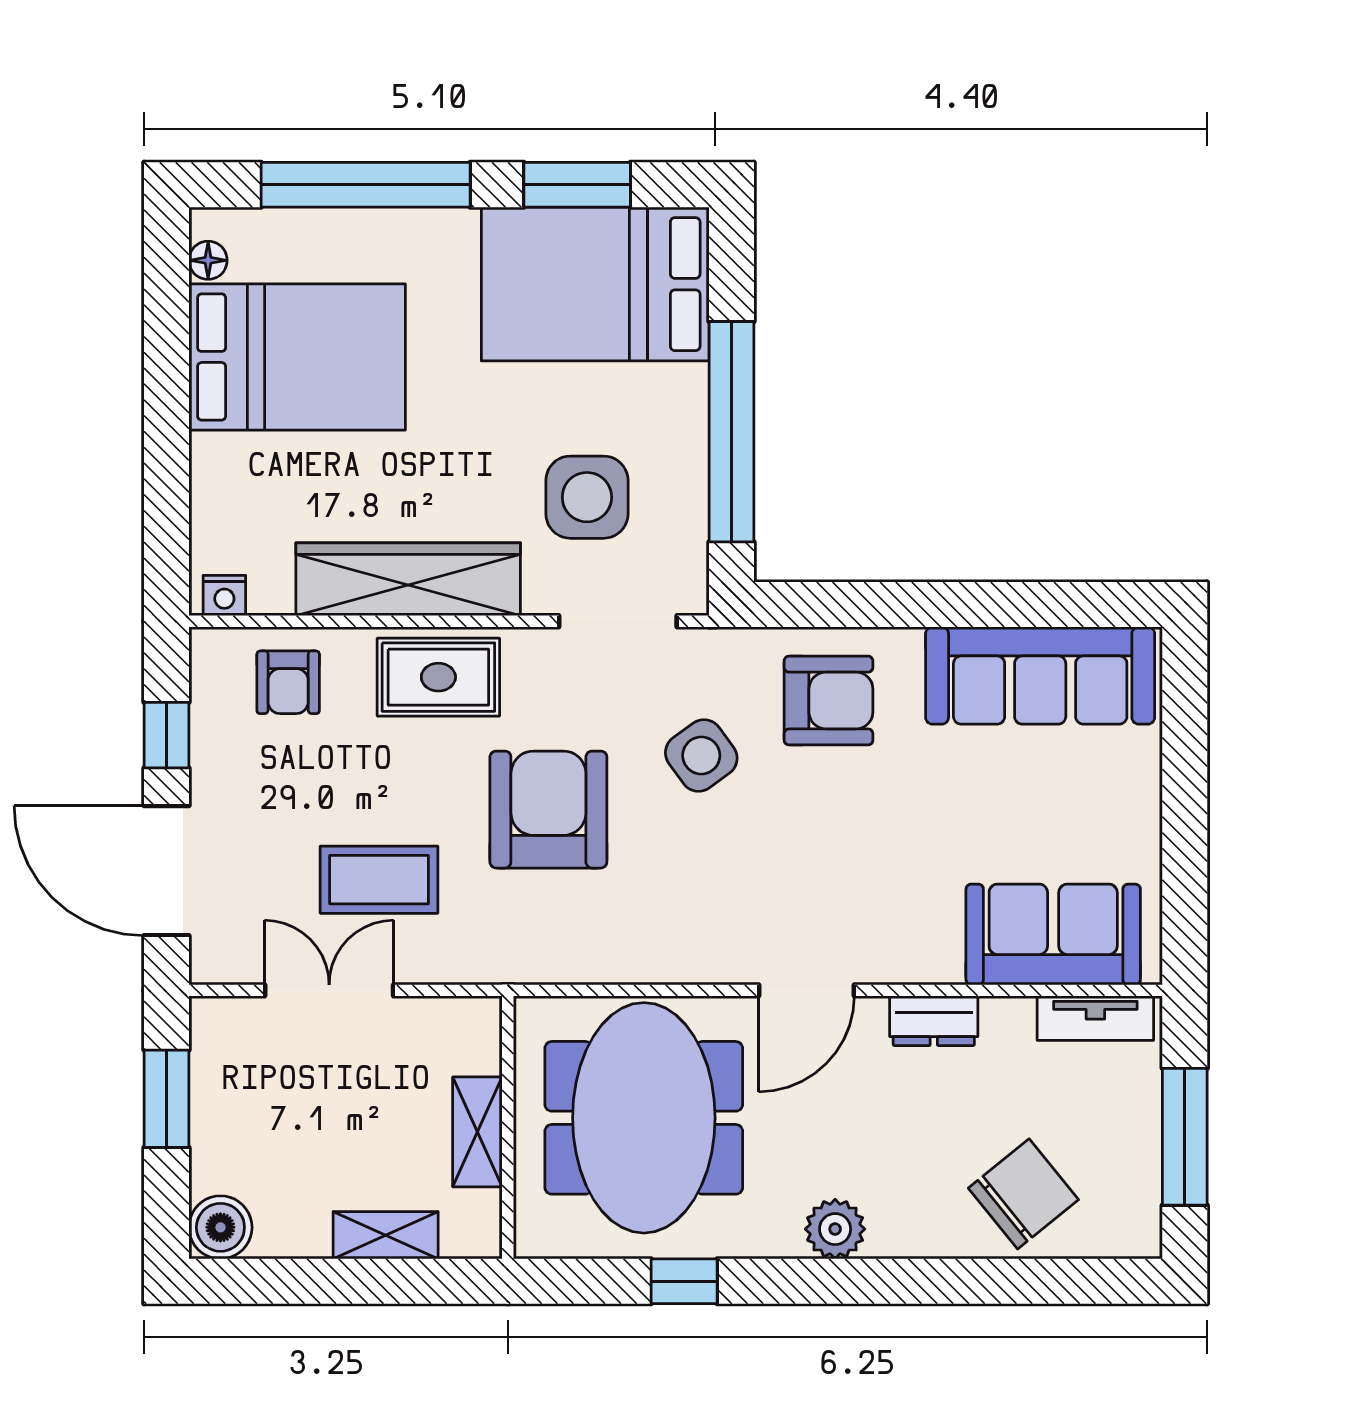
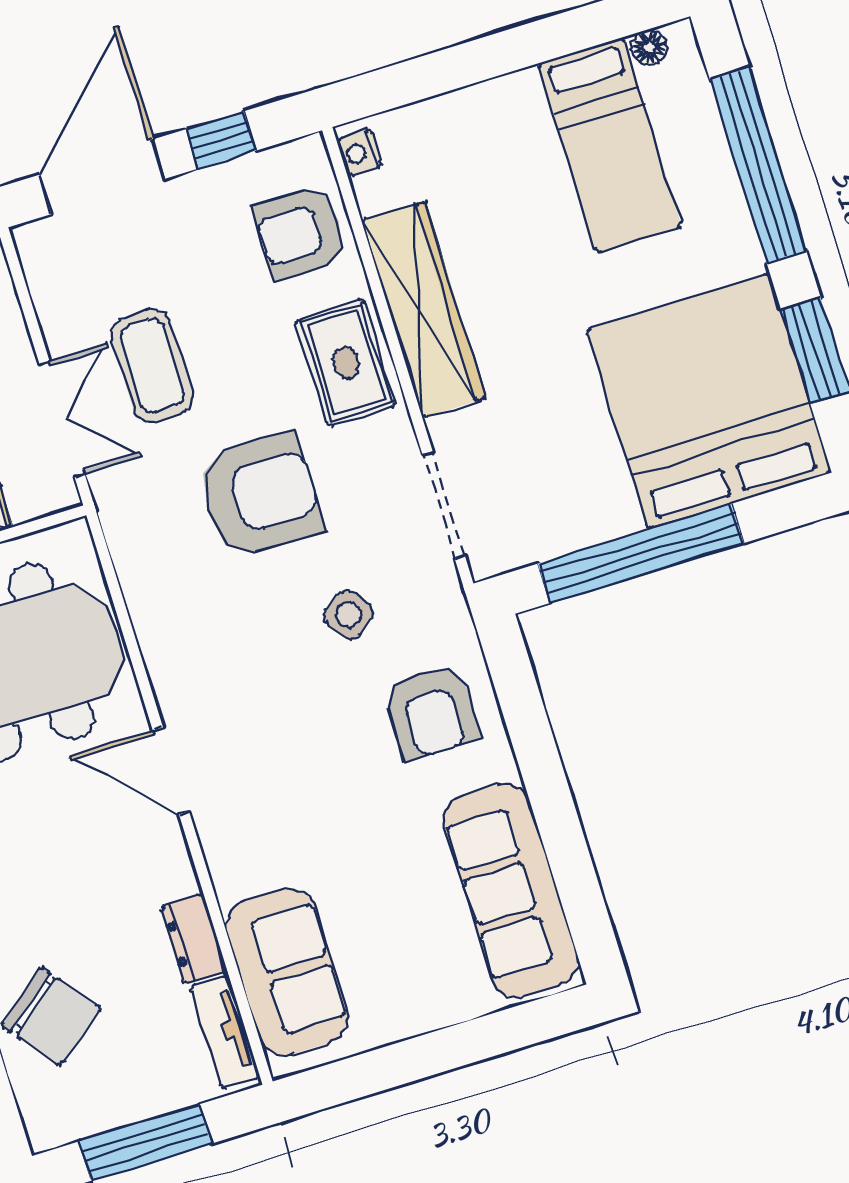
bed: (595, 284) -> (709, 401), width x1.36
bed: (297, 357) -> (610, 145), width x0.67
side table: (587, 497) -> (544, 444), removed
armchair: (288, 682) -> (300, 232), width x1.38, depth x1.38
side table: (701, 755) -> (349, 615), width x0.73, depth x0.73
double door: (329, 990) -> (62, 419), moved
dresser: (934, 1021) -> (194, 939), moved

